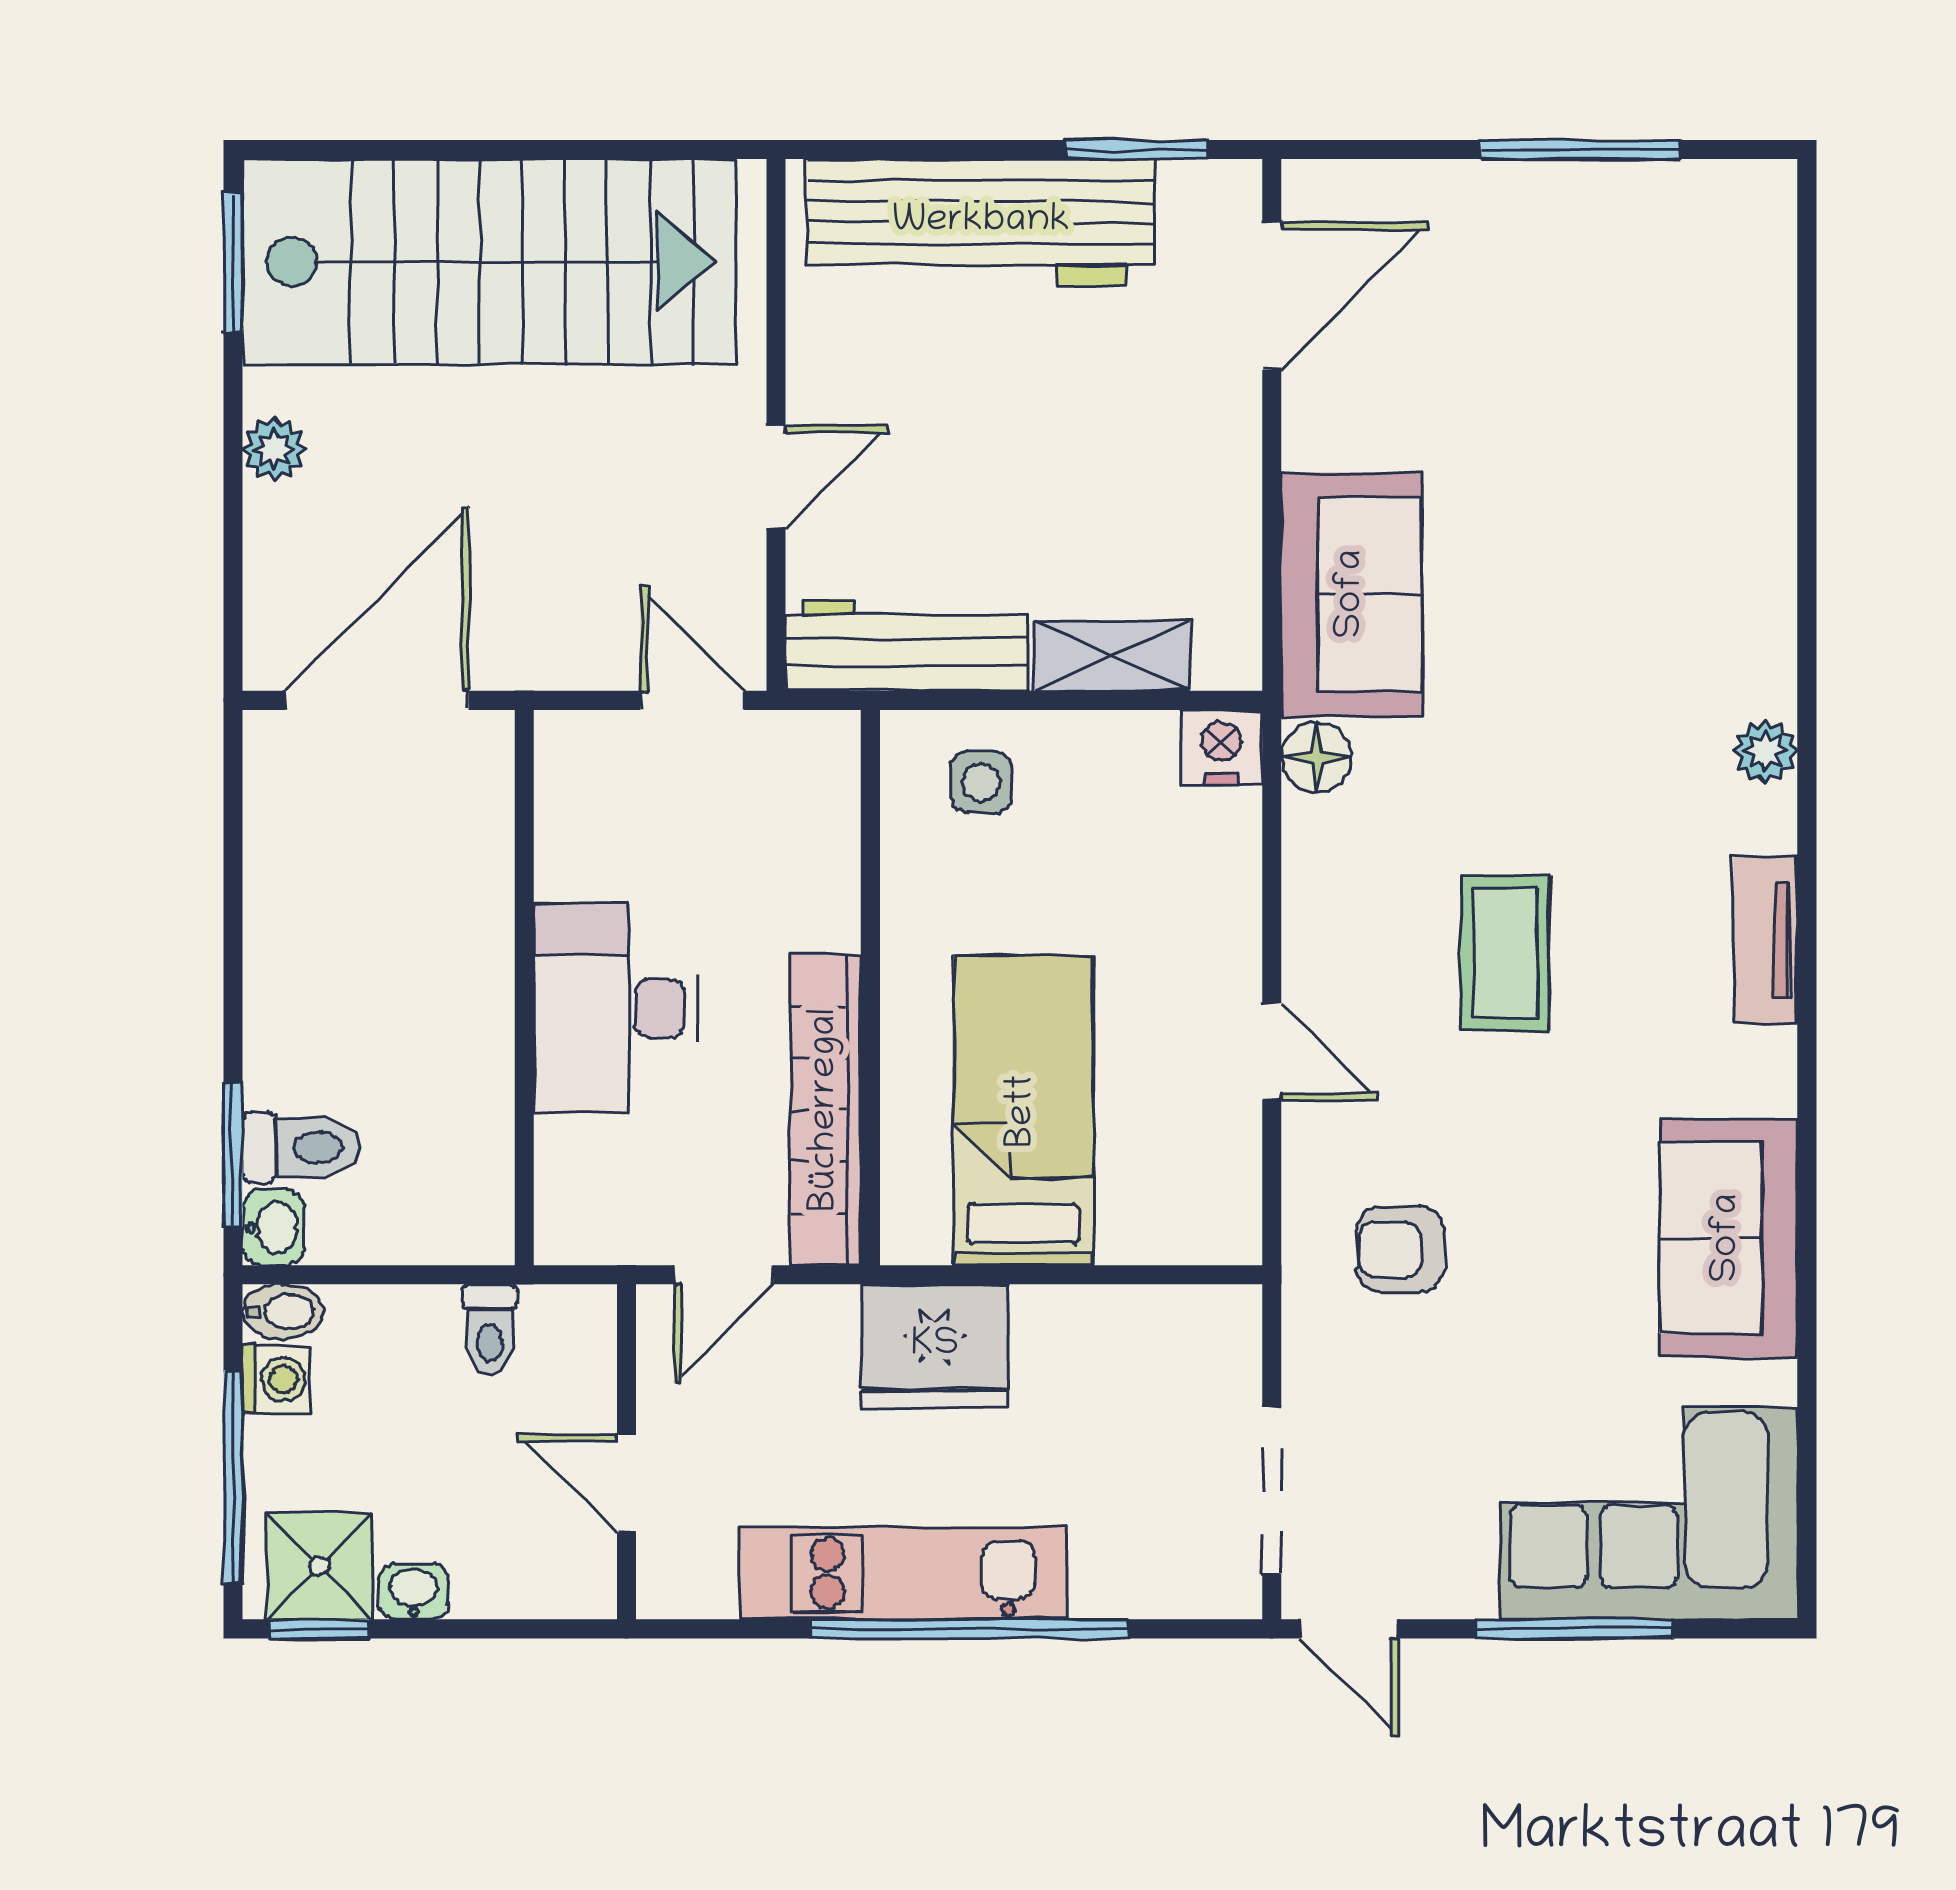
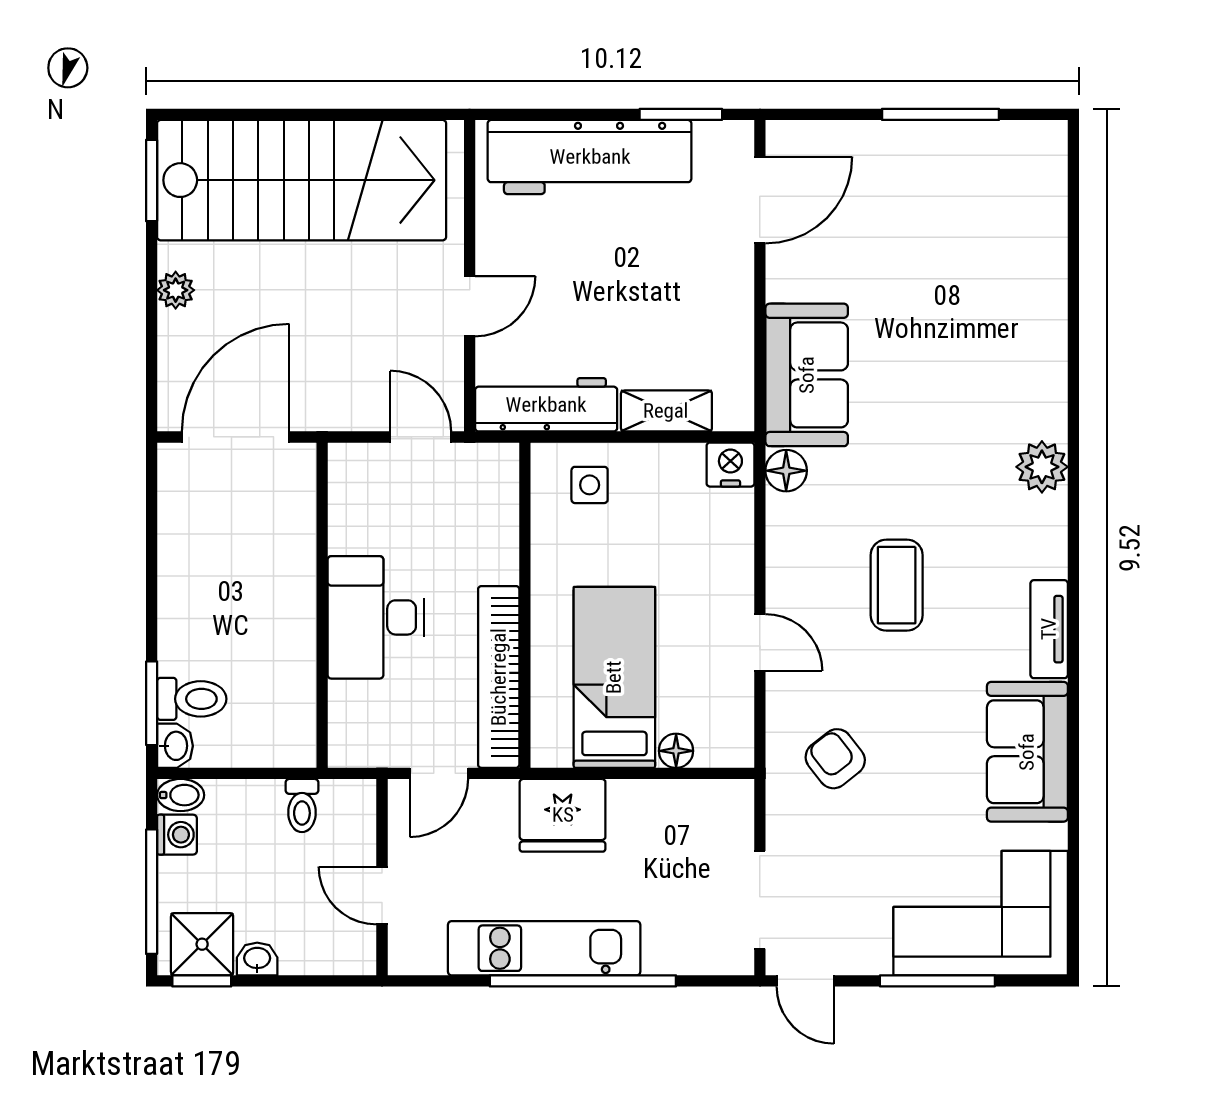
plant: (1765, 751) -> (1042, 467), width x1.38, depth x1.38
tv unit: (1765, 940) -> (1049, 629), moved
floor lamp: (1129, 1236) -> (676, 751), added
armchair: (1400, 1250) -> (835, 759), turned 52

